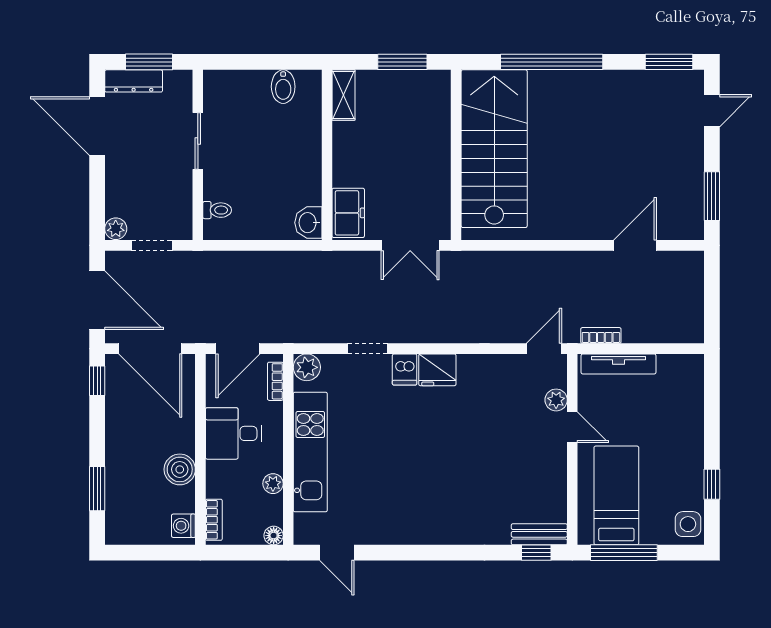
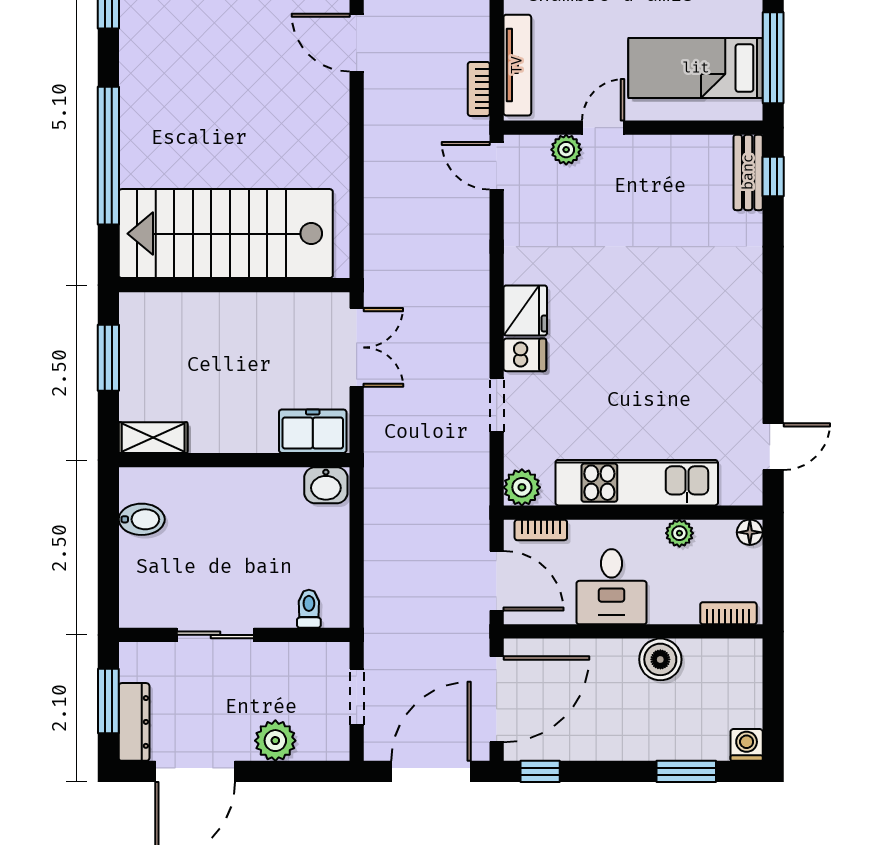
plant: (116, 229) -> (275, 741), moved, width x1.38, depth x1.38
washing machine: (183, 526) -> (747, 745), moved, turned 180

